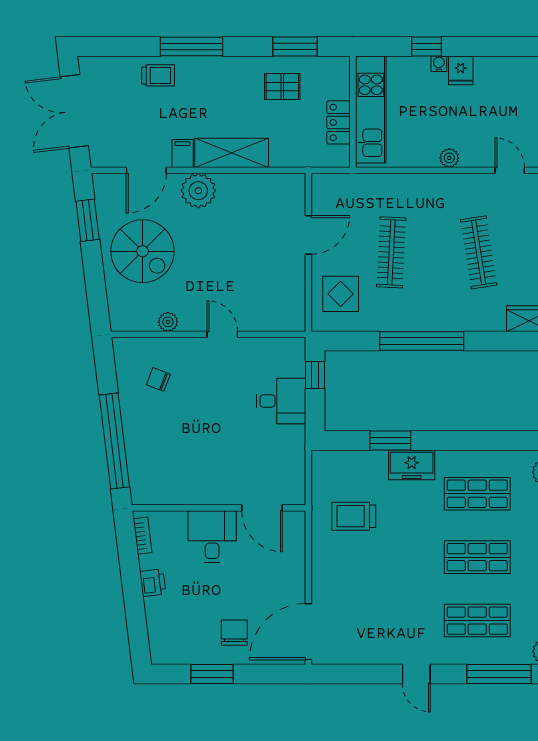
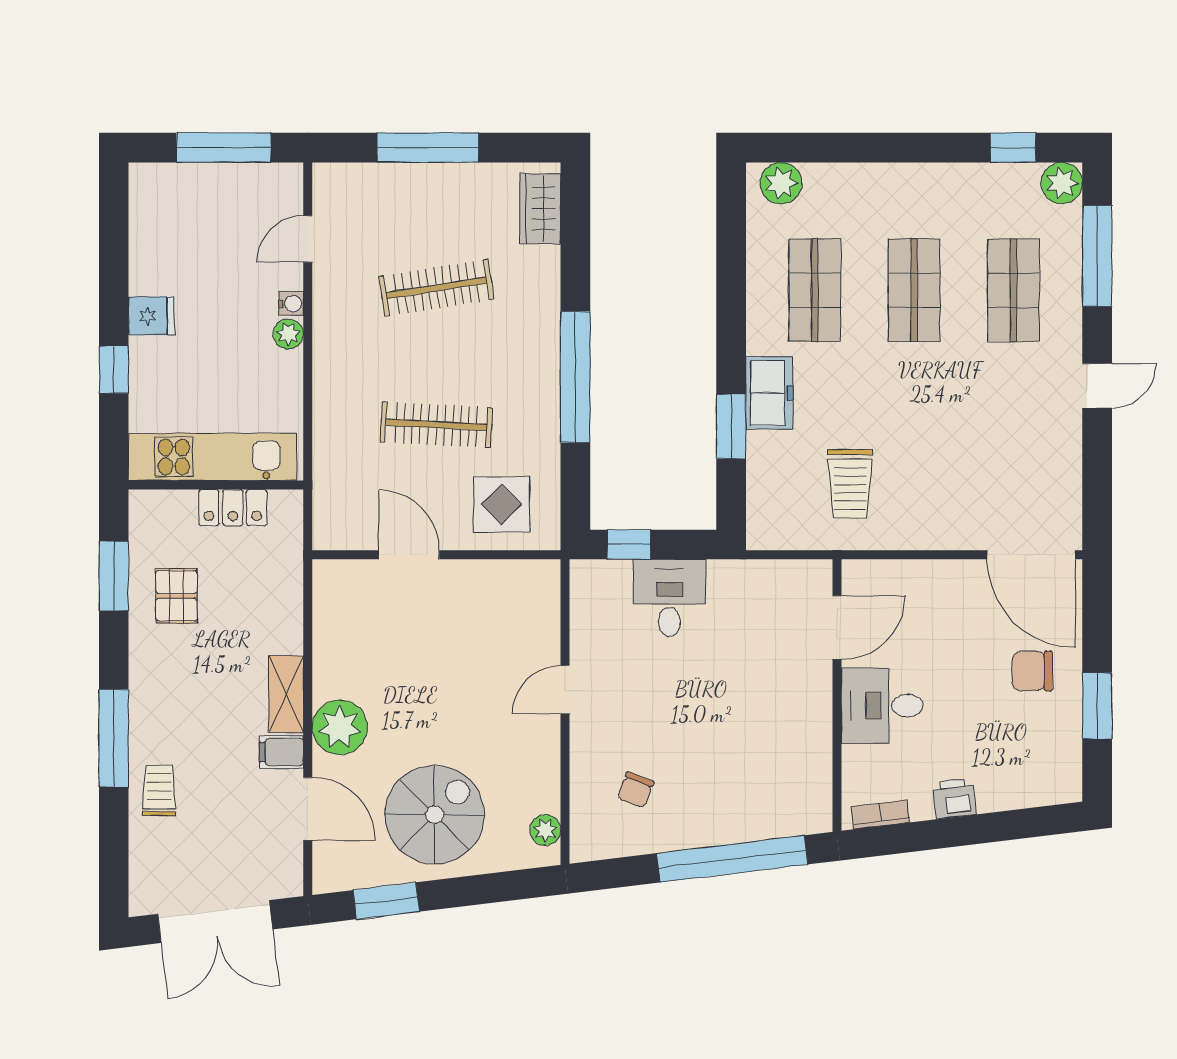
water cooler: (439, 64) -> (291, 304), moved, turned 180
shelving: (232, 153) -> (286, 694), width x0.67, depth x0.75
plant: (168, 322) -> (545, 830), moved

